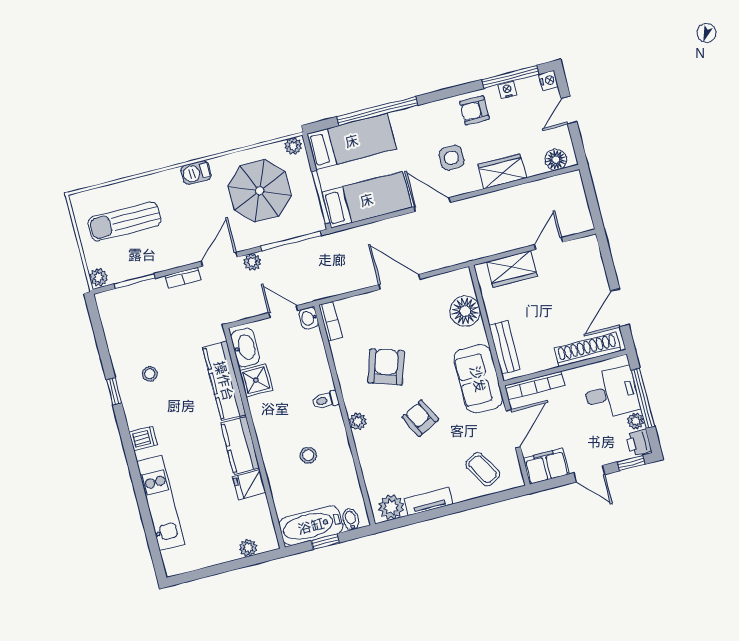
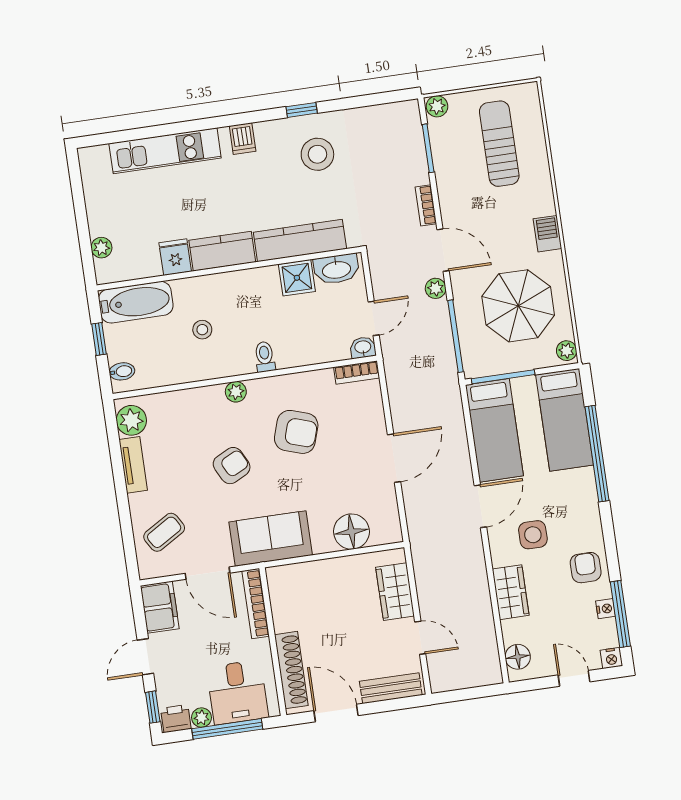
bench: (505, 347) -> (391, 688), moved
stool: (150, 374) -> (317, 154), width x1.89, depth x1.89
bathtub: (311, 526) -> (136, 302), moved, turned 90

